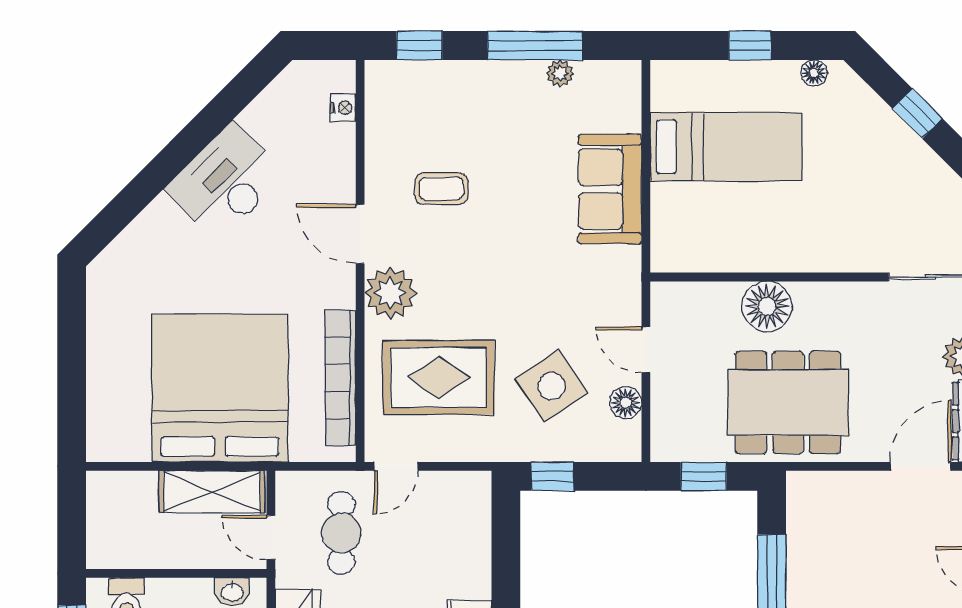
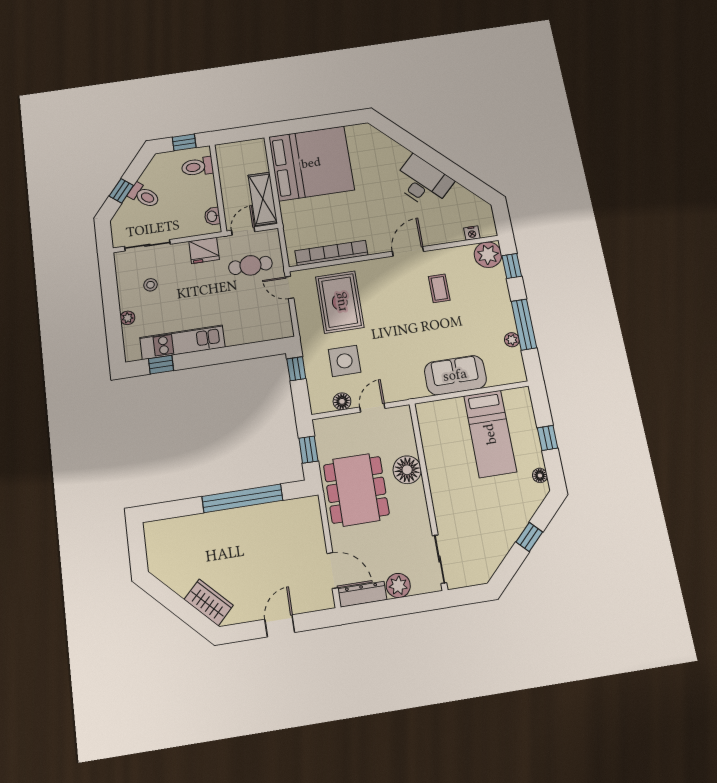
plant: (390, 293) -> (488, 255), moved
side table: (552, 386) -> (345, 361), turned 34
bed: (220, 388) -> (311, 163), moved

